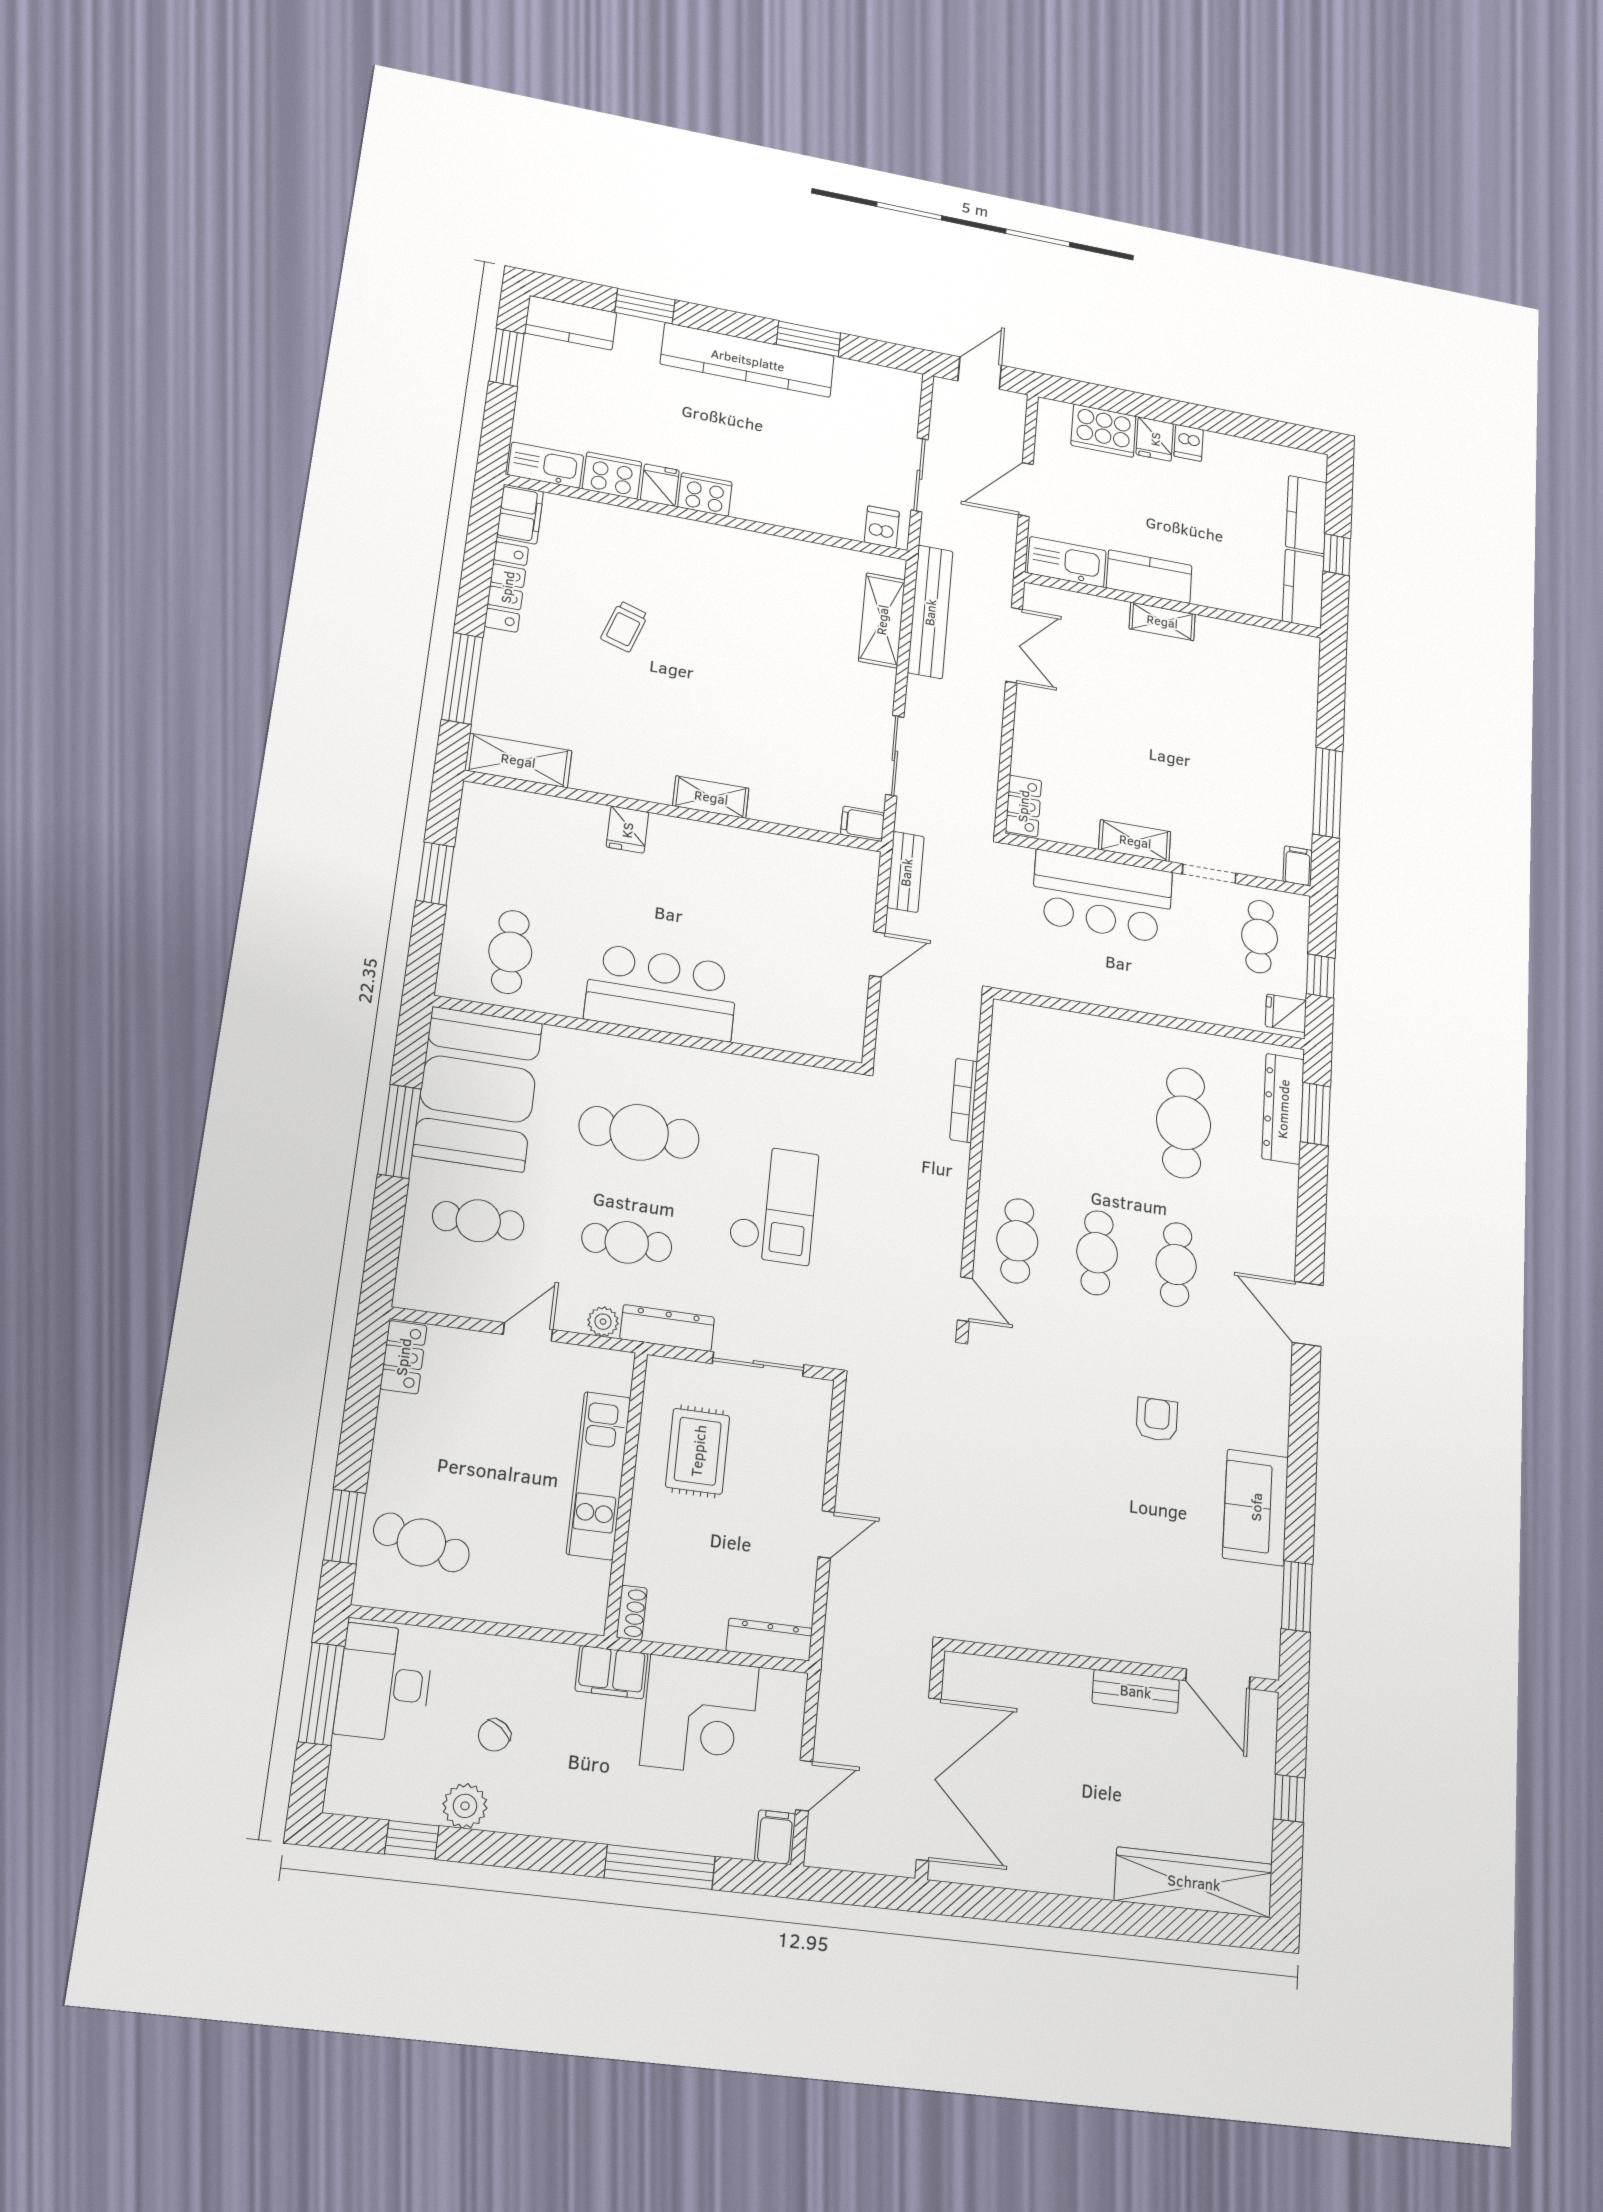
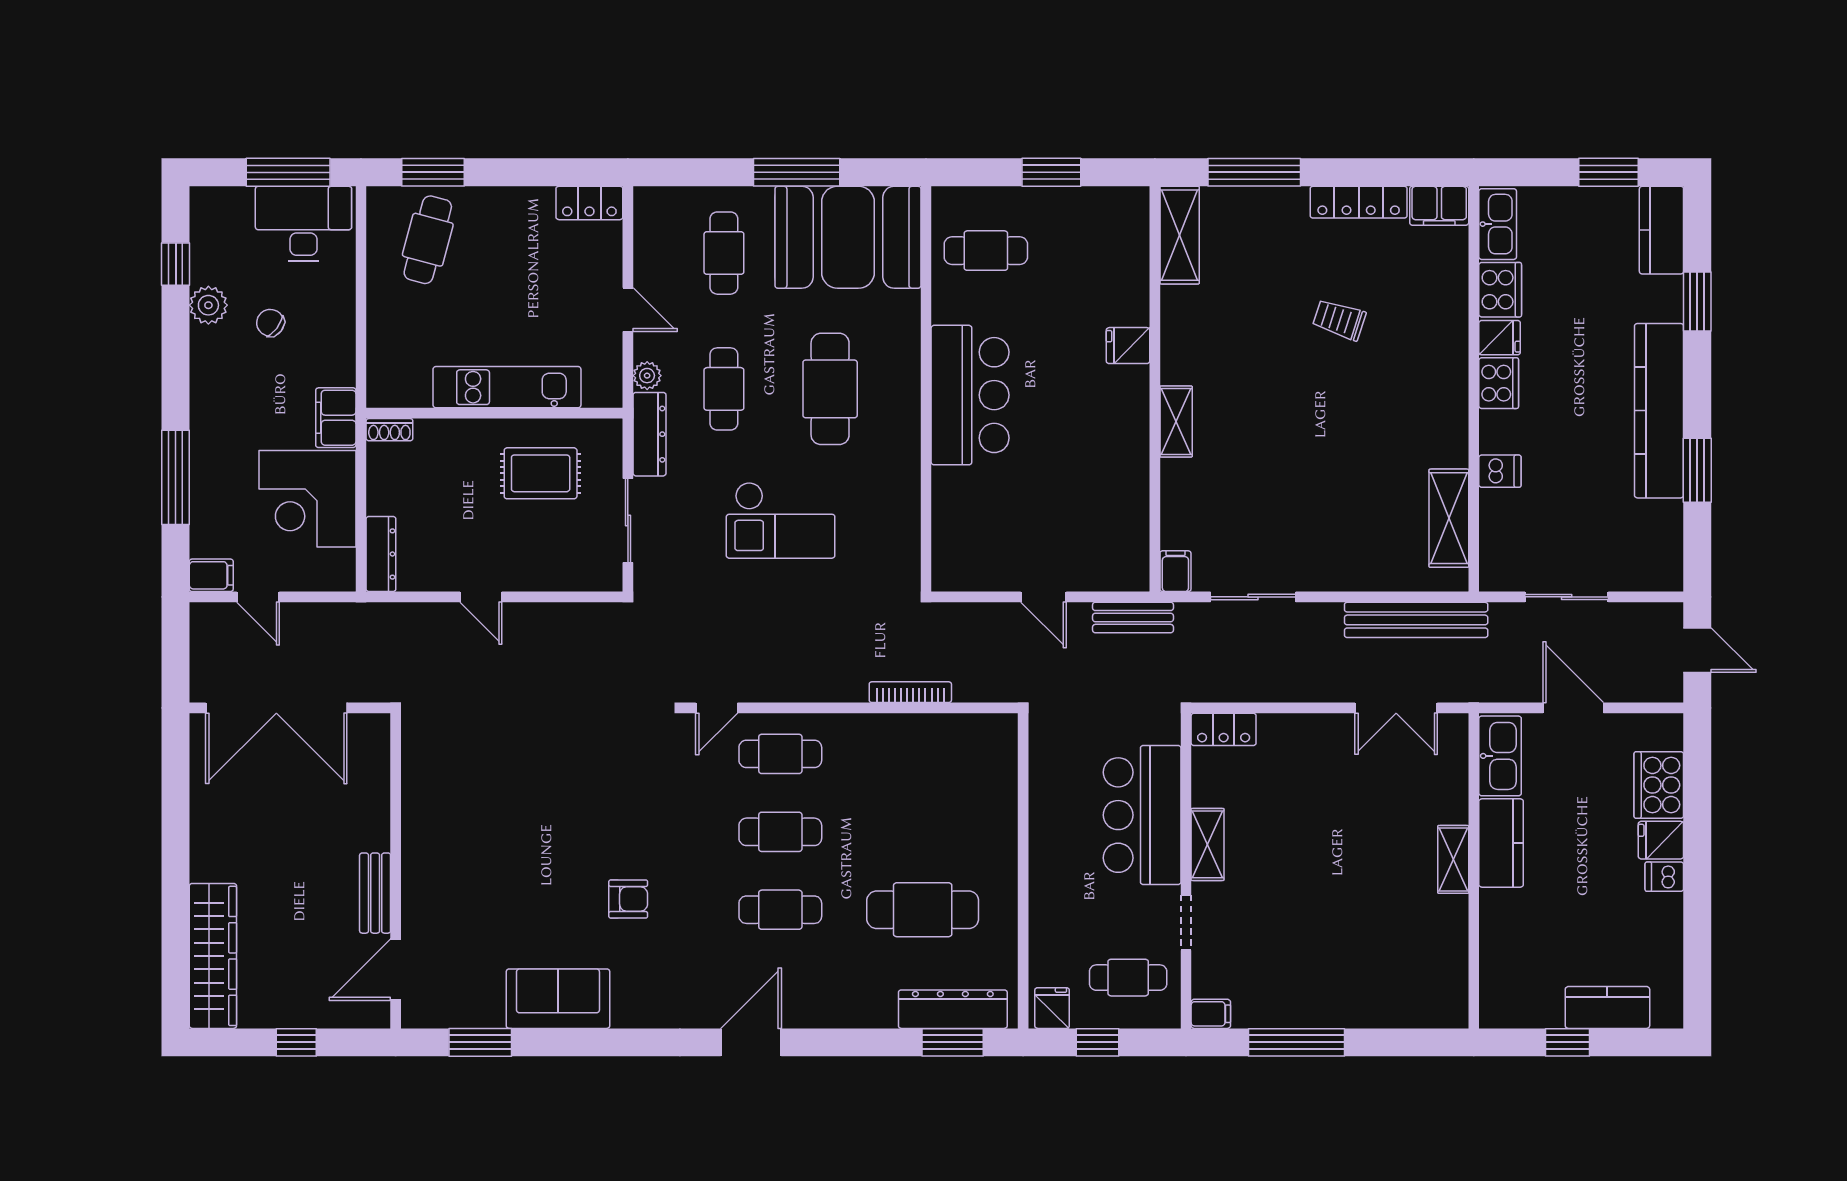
dishwasher: (882, 527) -> (1500, 471), moved
kitchen counter: (1303, 589) -> (1521, 1008), removed
shelving: (882, 620) -> (1449, 518), moved, turned 90

